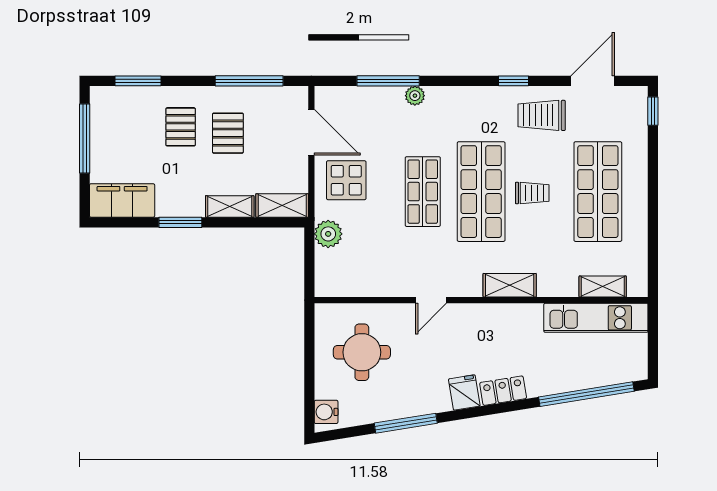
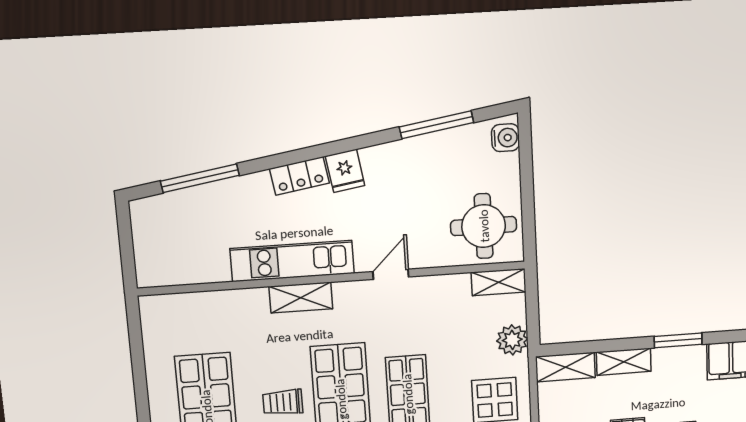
shelving: (603, 287) -> (499, 282), moved
kitchen unit: (596, 318) -> (292, 261), moved
round table: (362, 352) -> (484, 226), moved
window: (586, 394) -> (200, 178), width x0.68
window: (406, 423) -> (437, 125), moved

